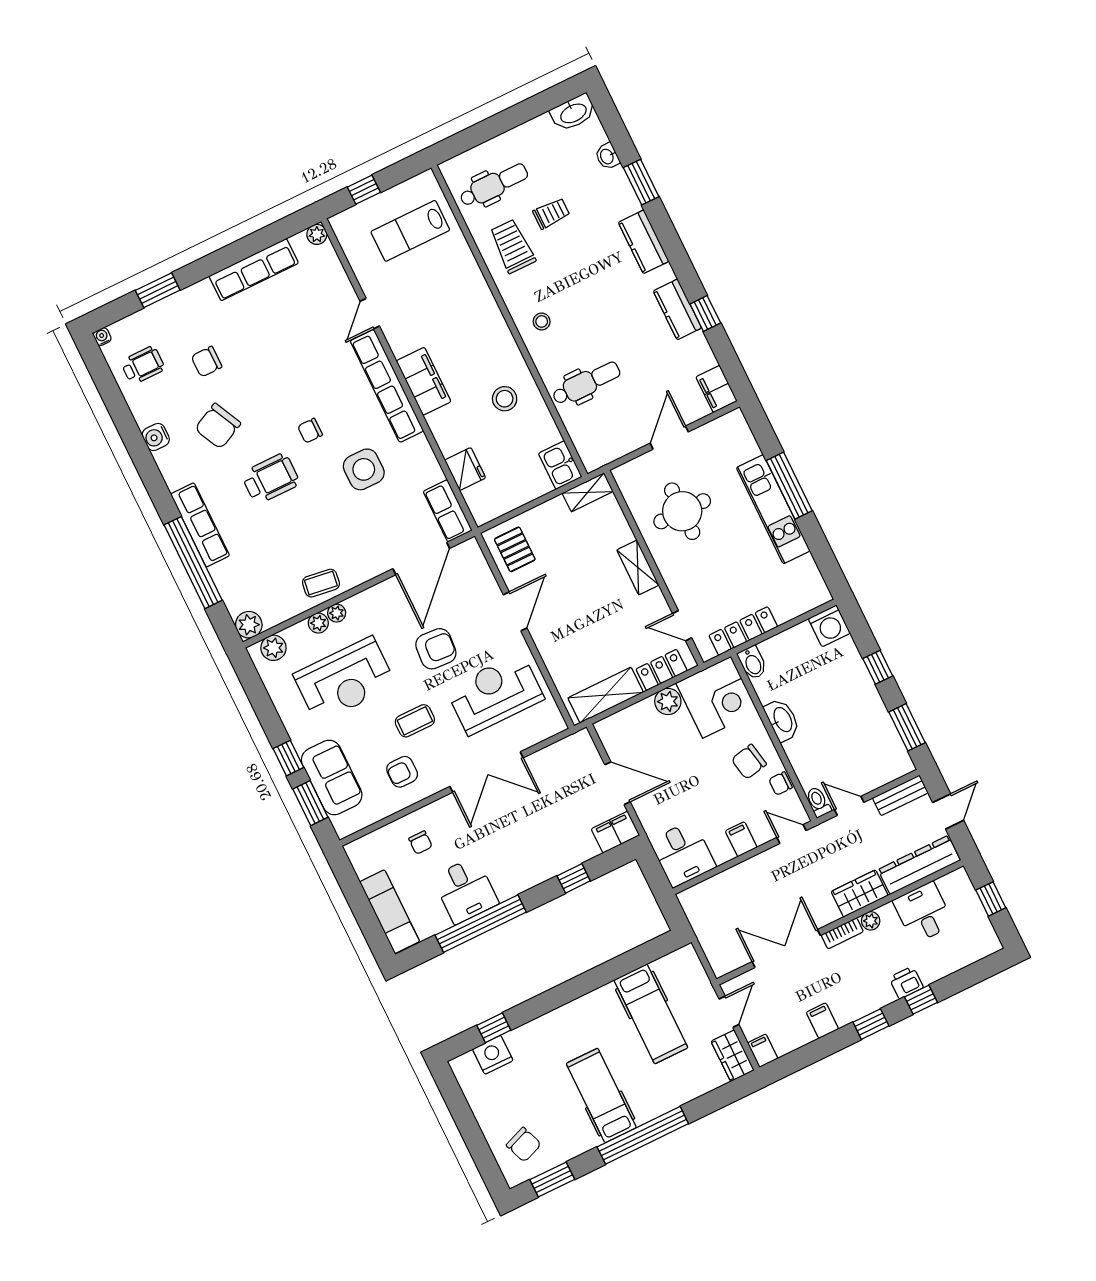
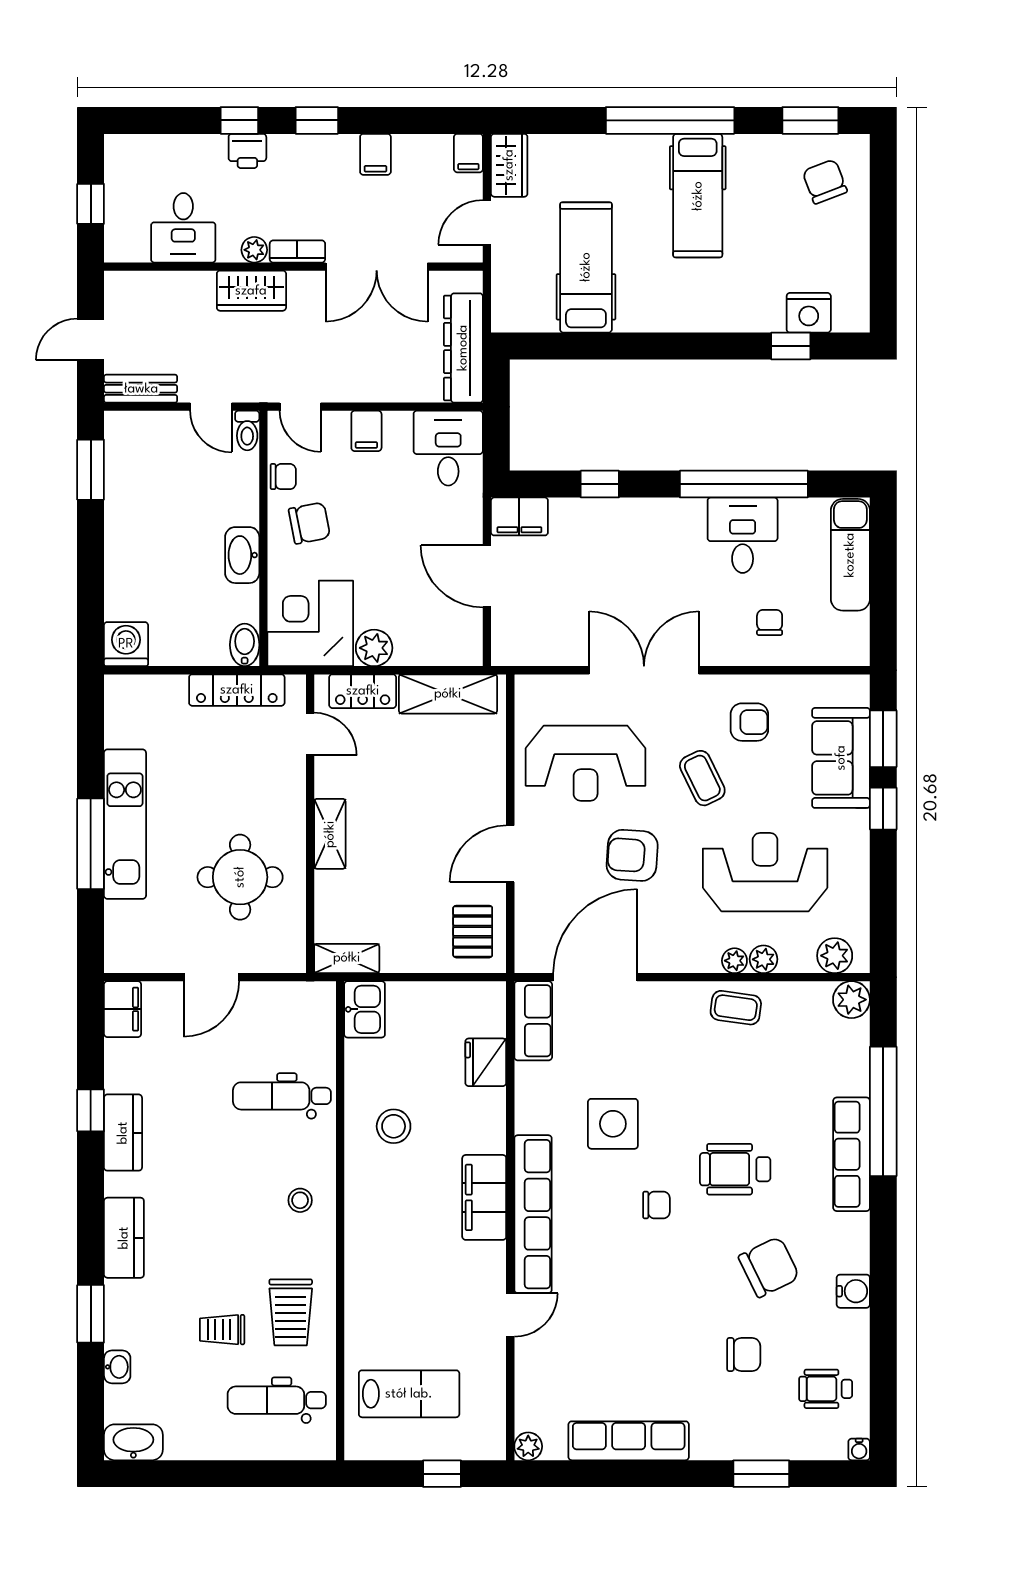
window: (878, 667) -> (91, 563), removed
coffee table: (415, 721) -> (702, 778), turned 64
dresser: (919, 865) -> (463, 348), moved, turned 90

